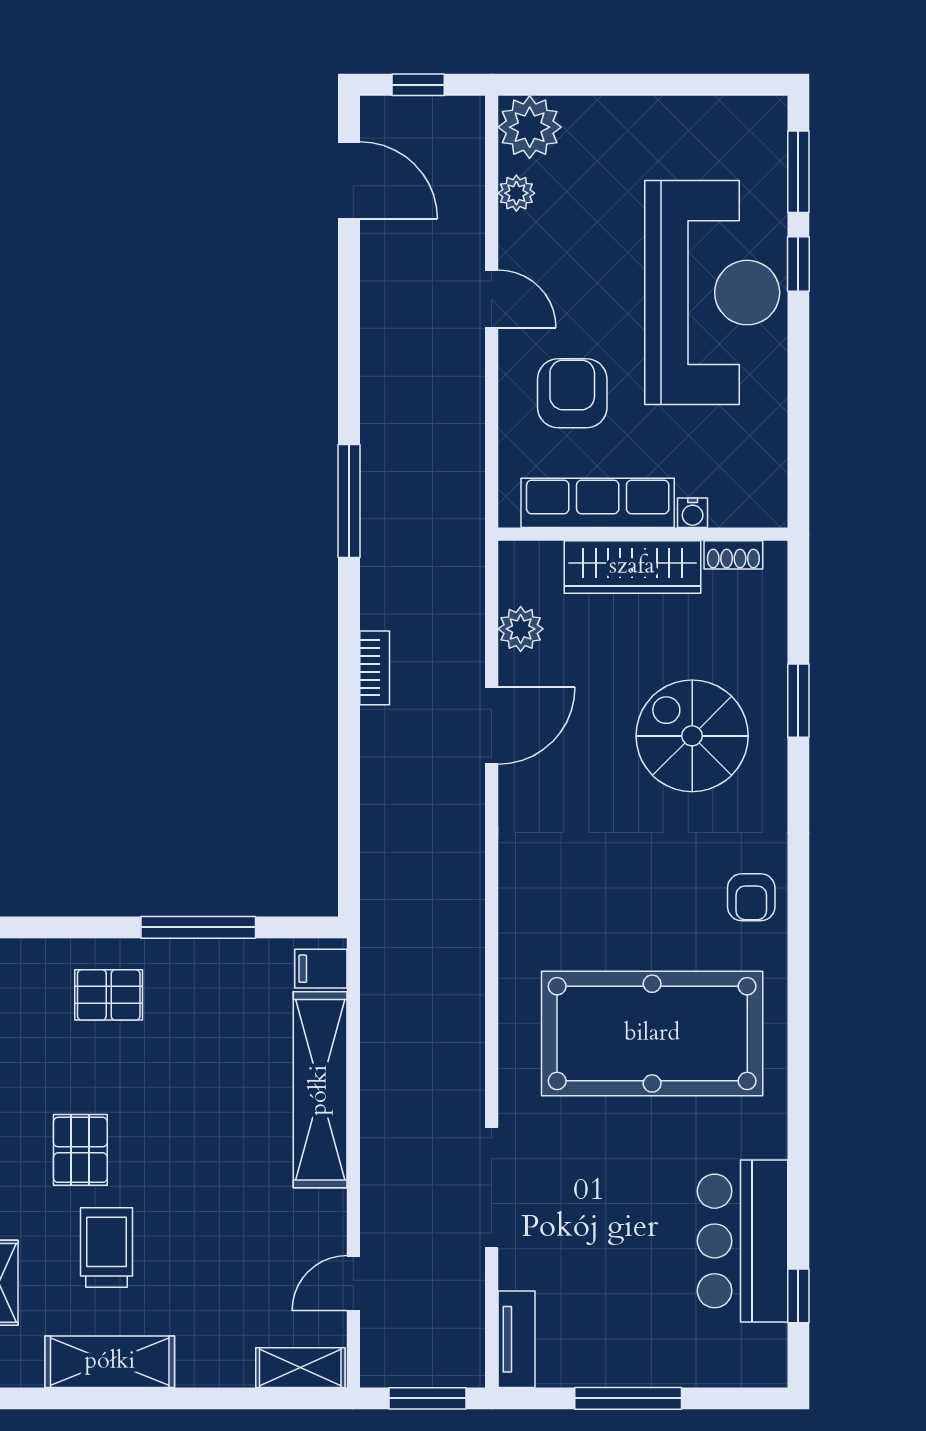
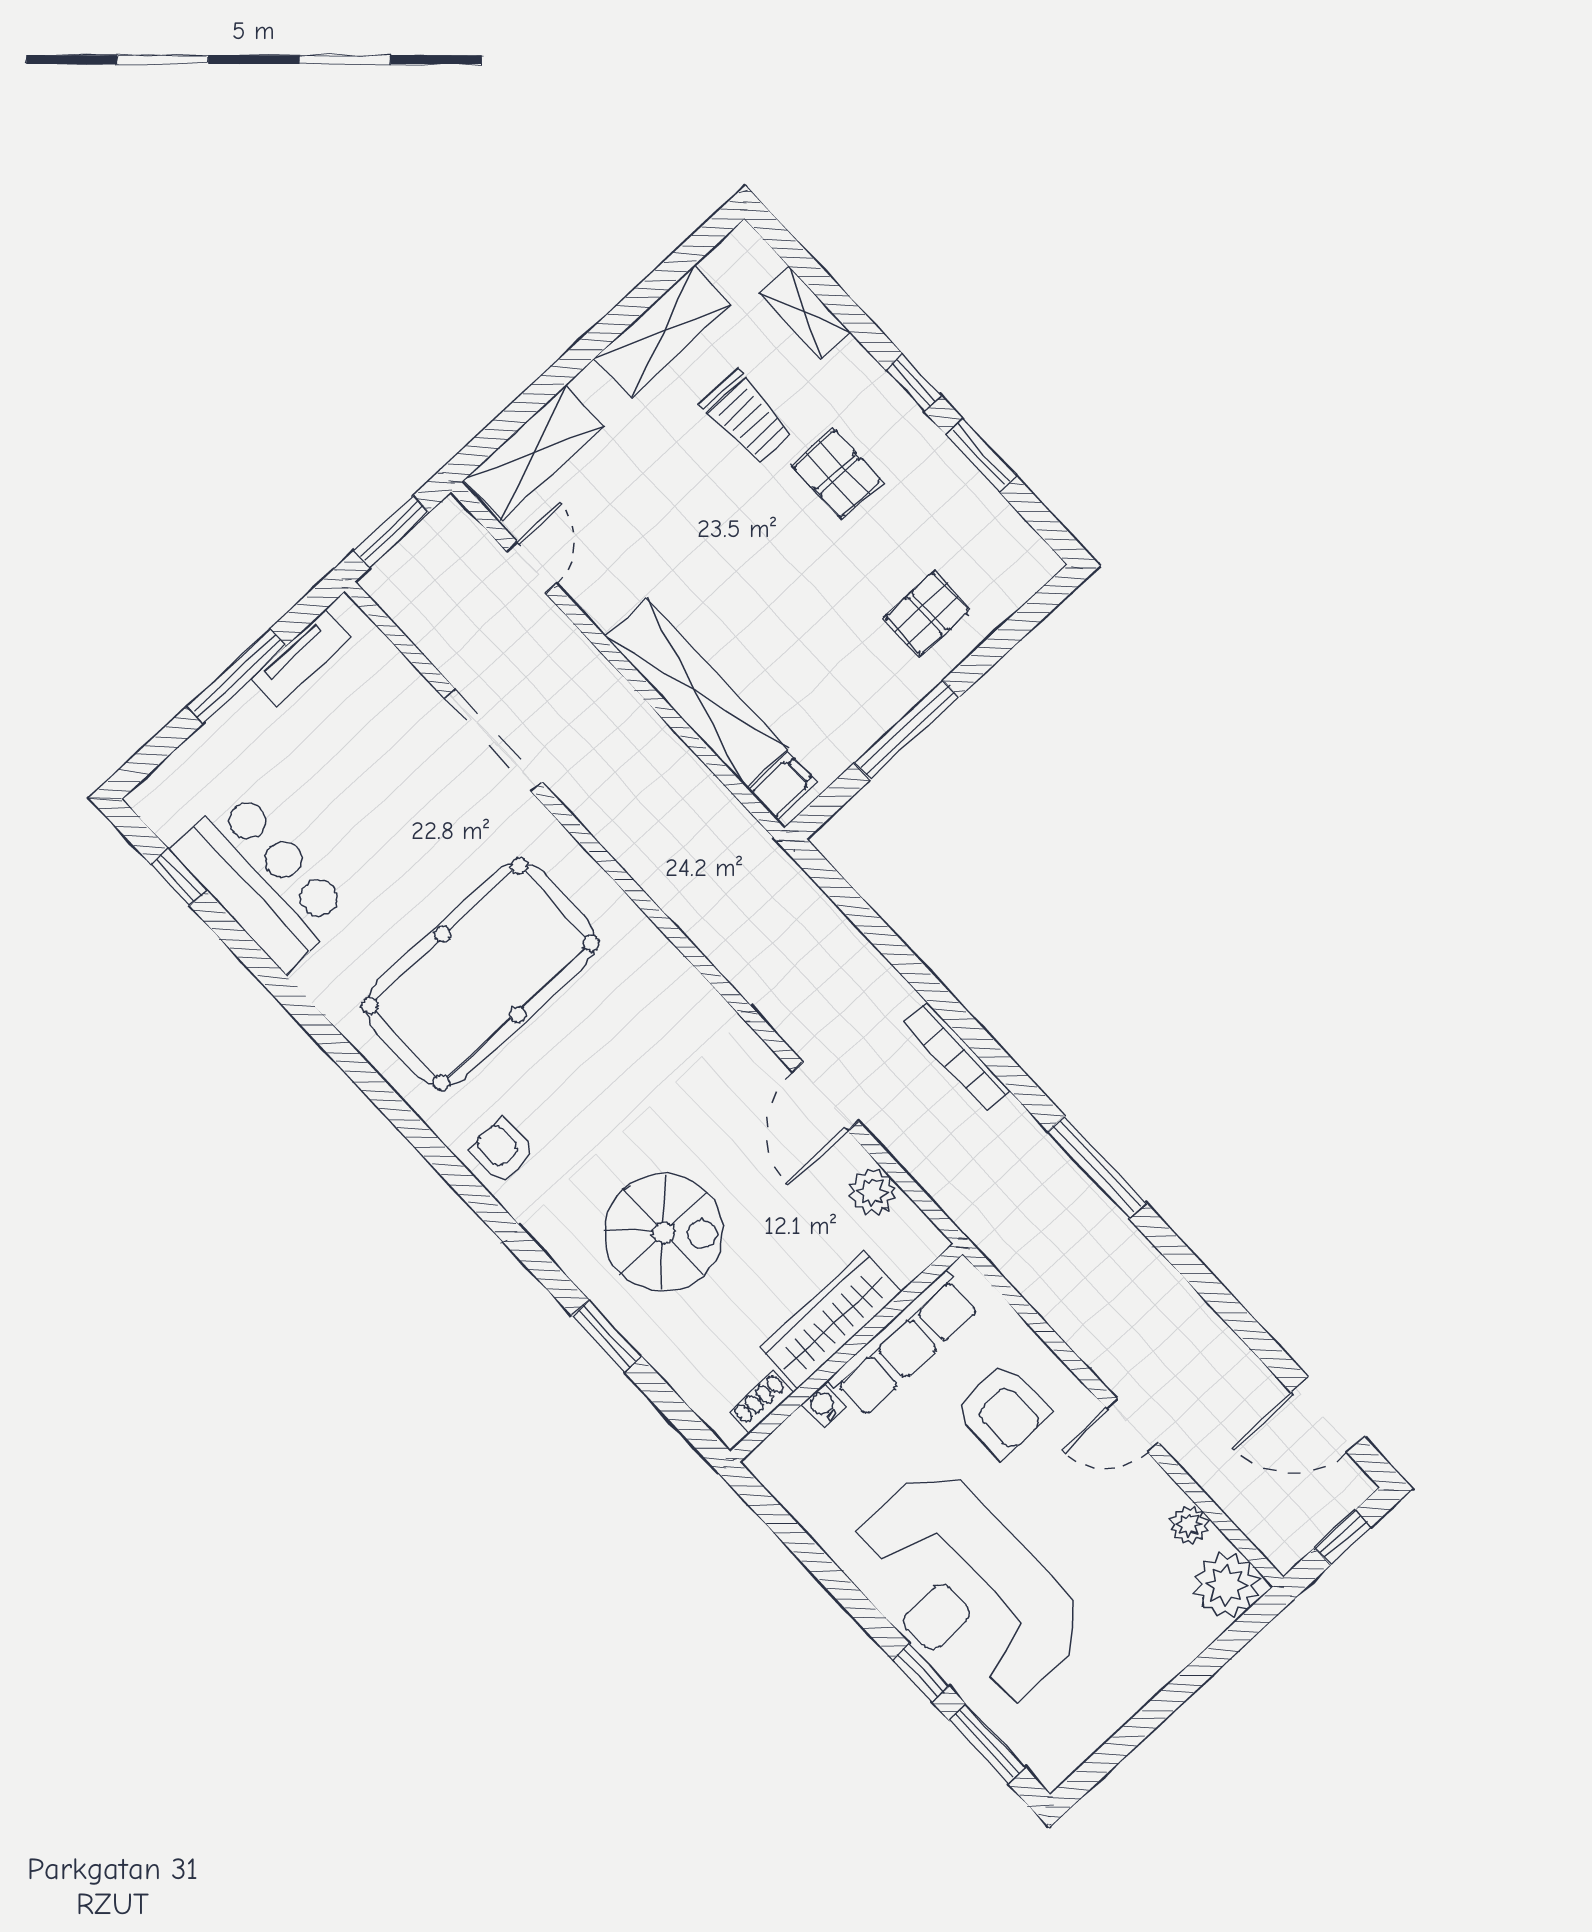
bookcase: (375, 668) -> (957, 1057), width x1.56
tv unit: (517, 1339) -> (301, 658), moved, turned -90
shelving: (300, 1368) -> (533, 453), width x1.50, depth x1.33

